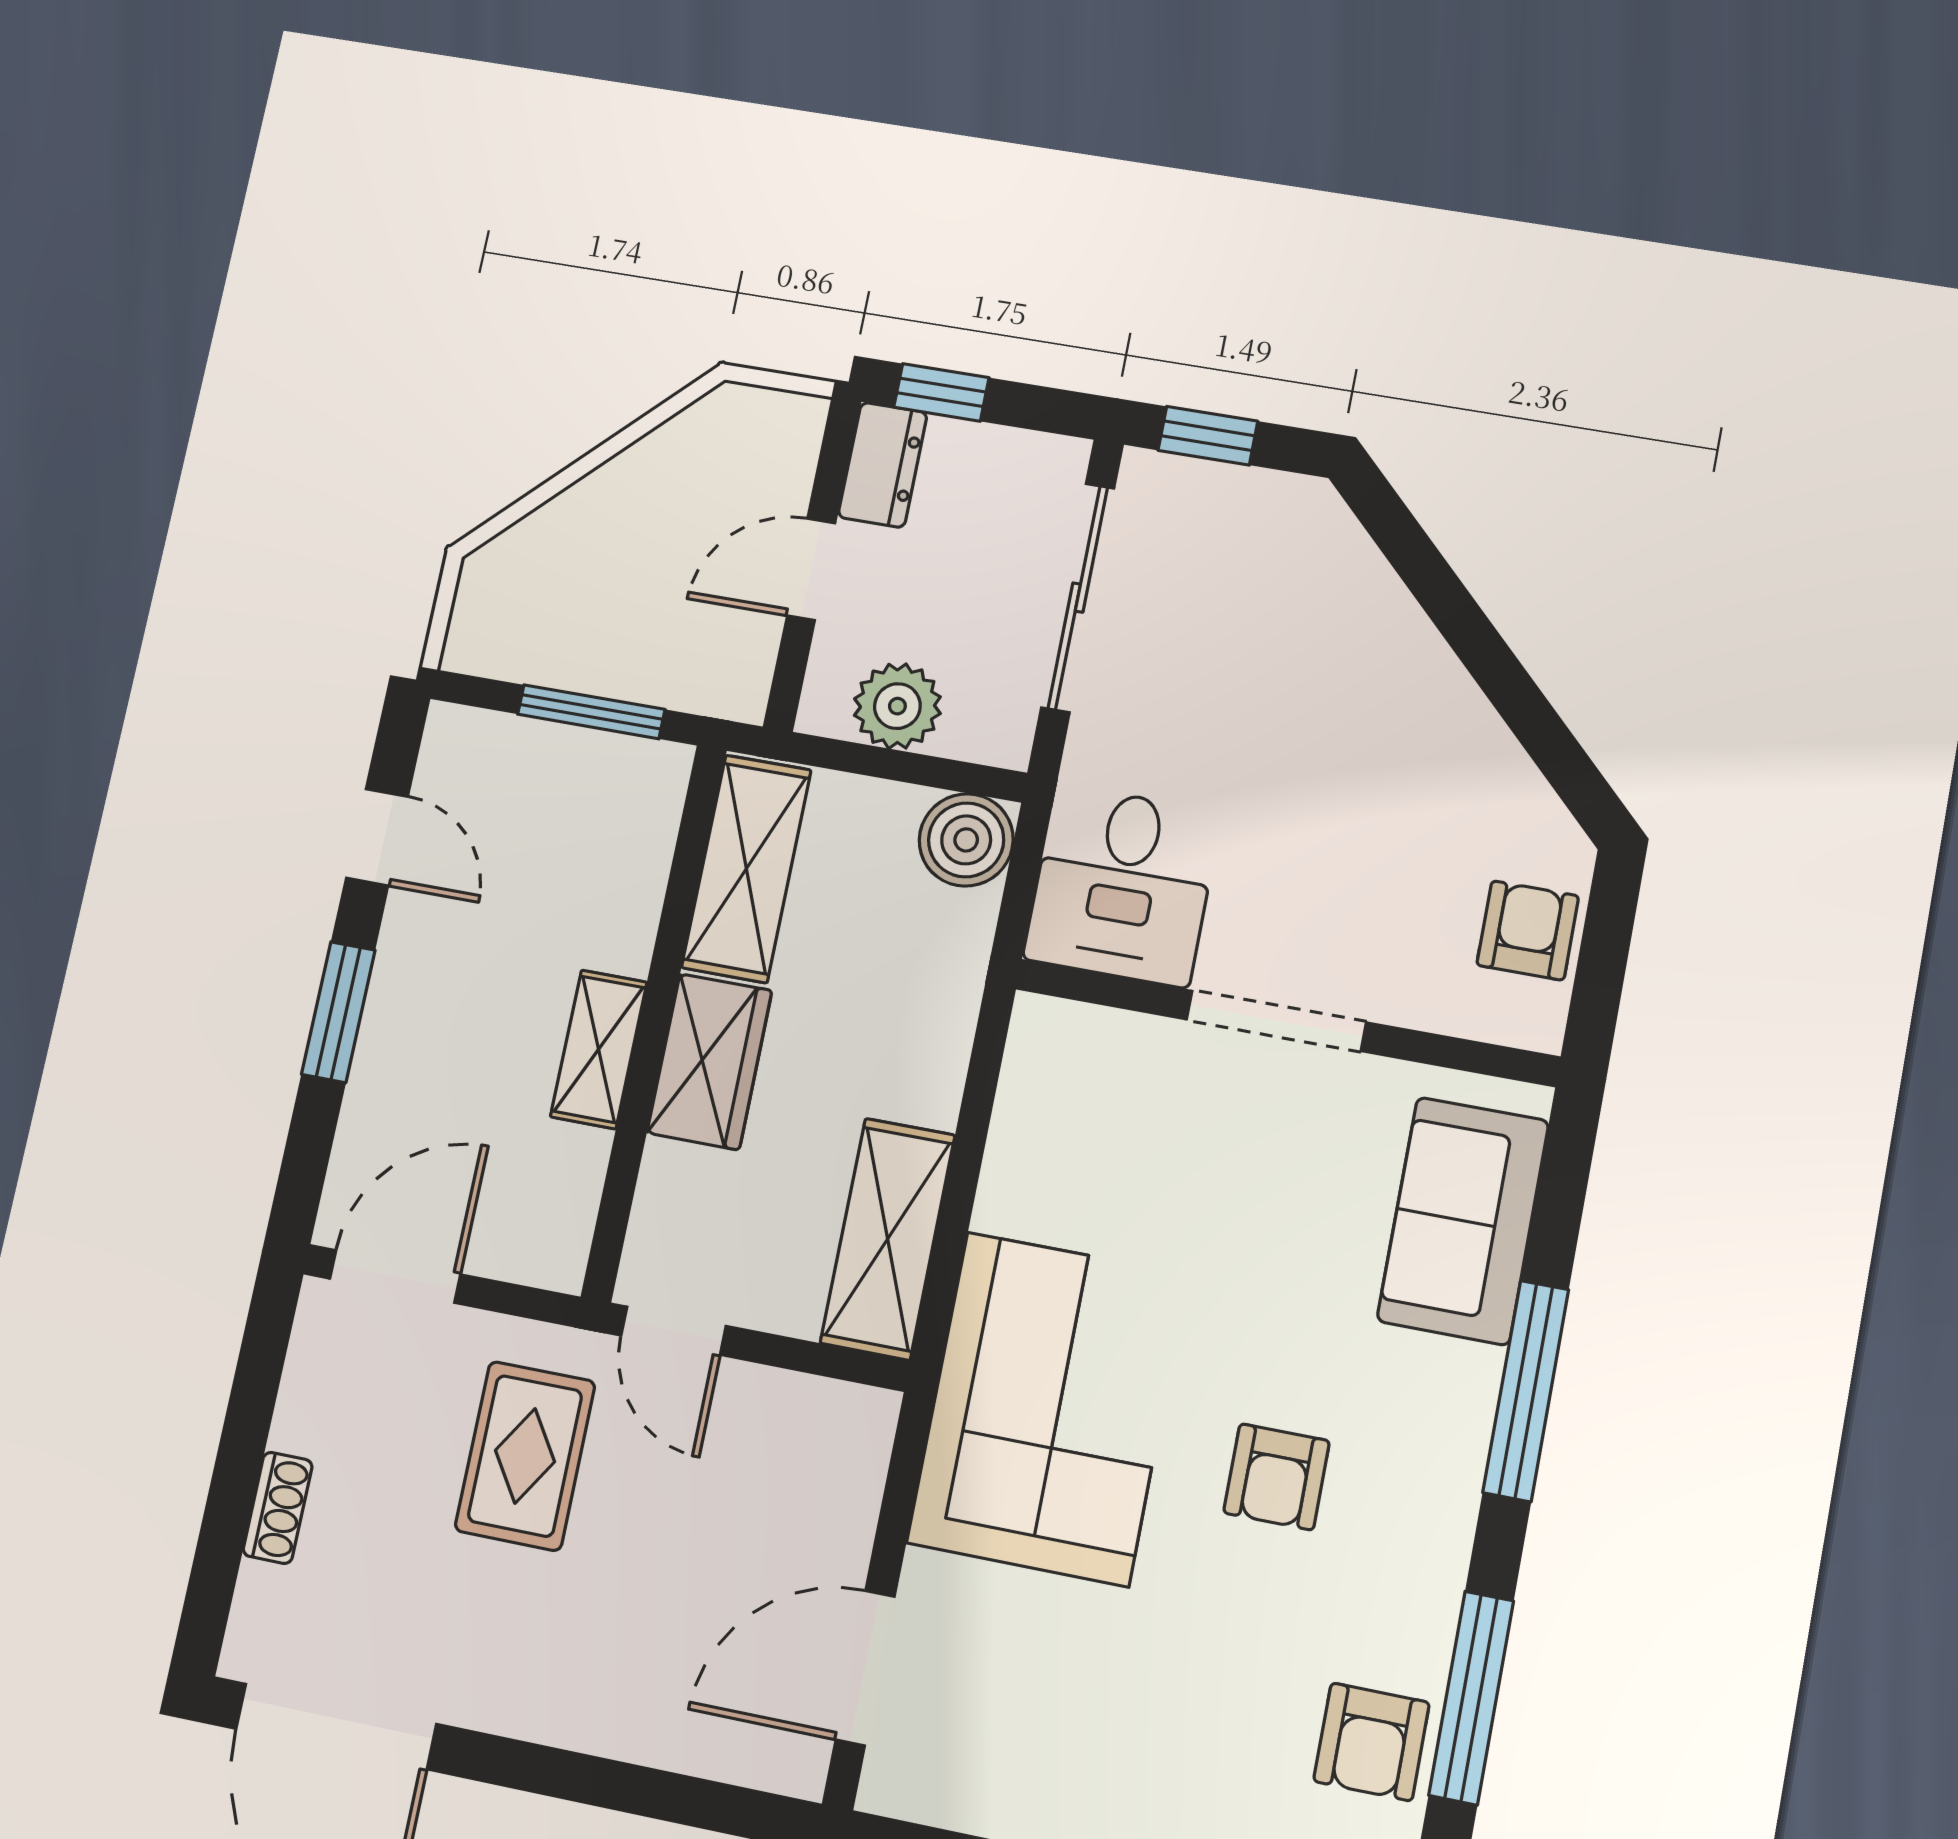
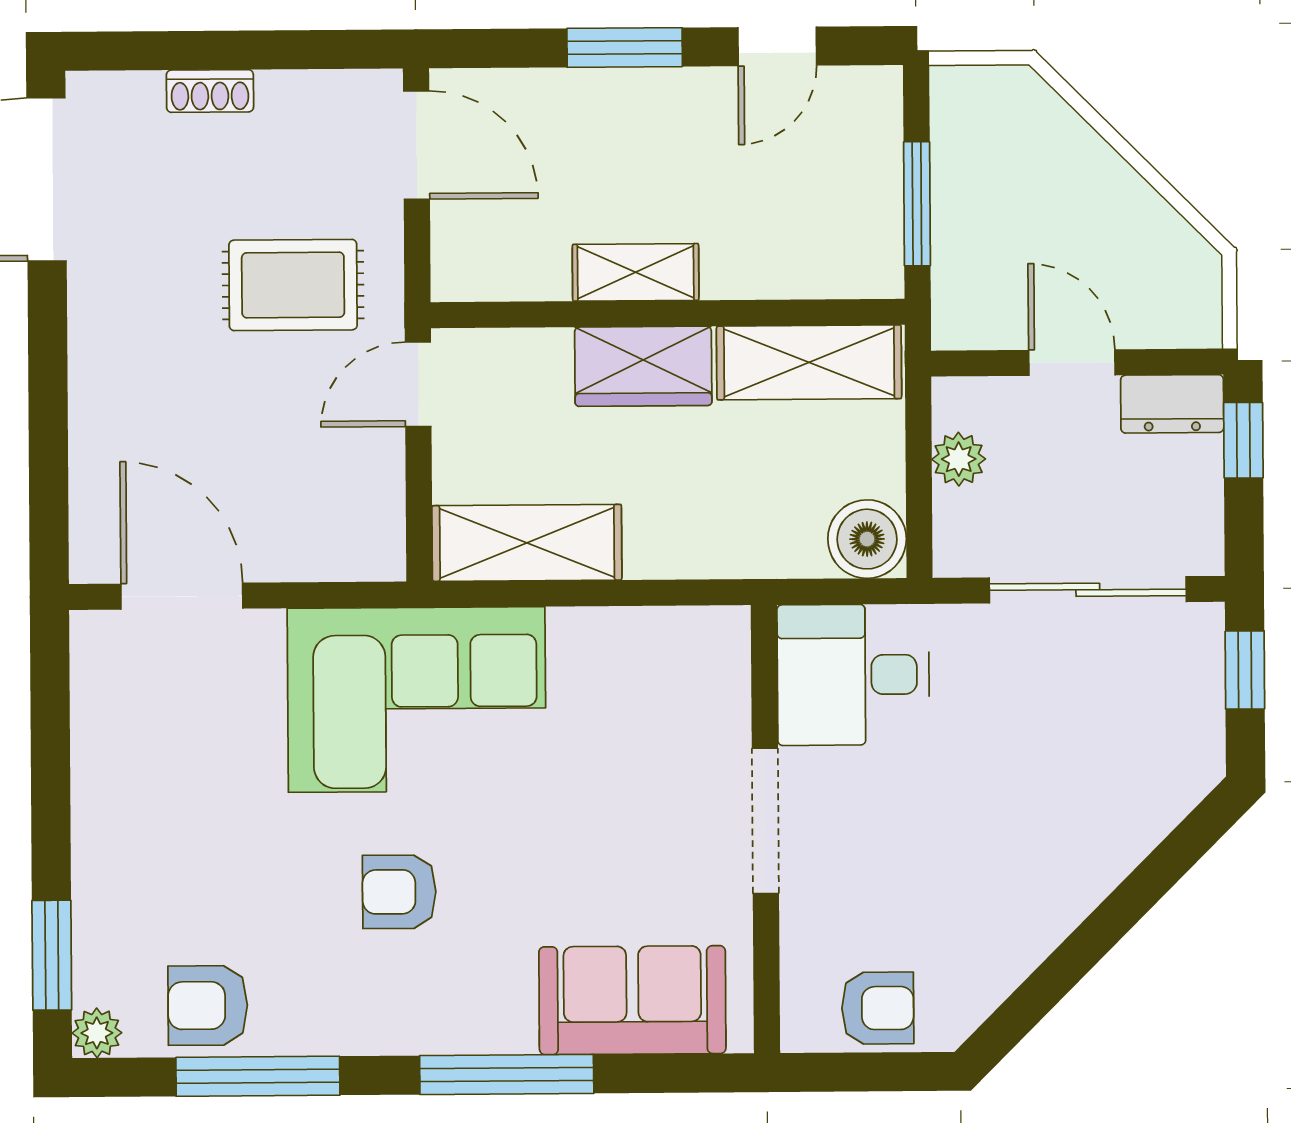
plant: (897, 706) -> (959, 459), width x0.73, depth x0.73

